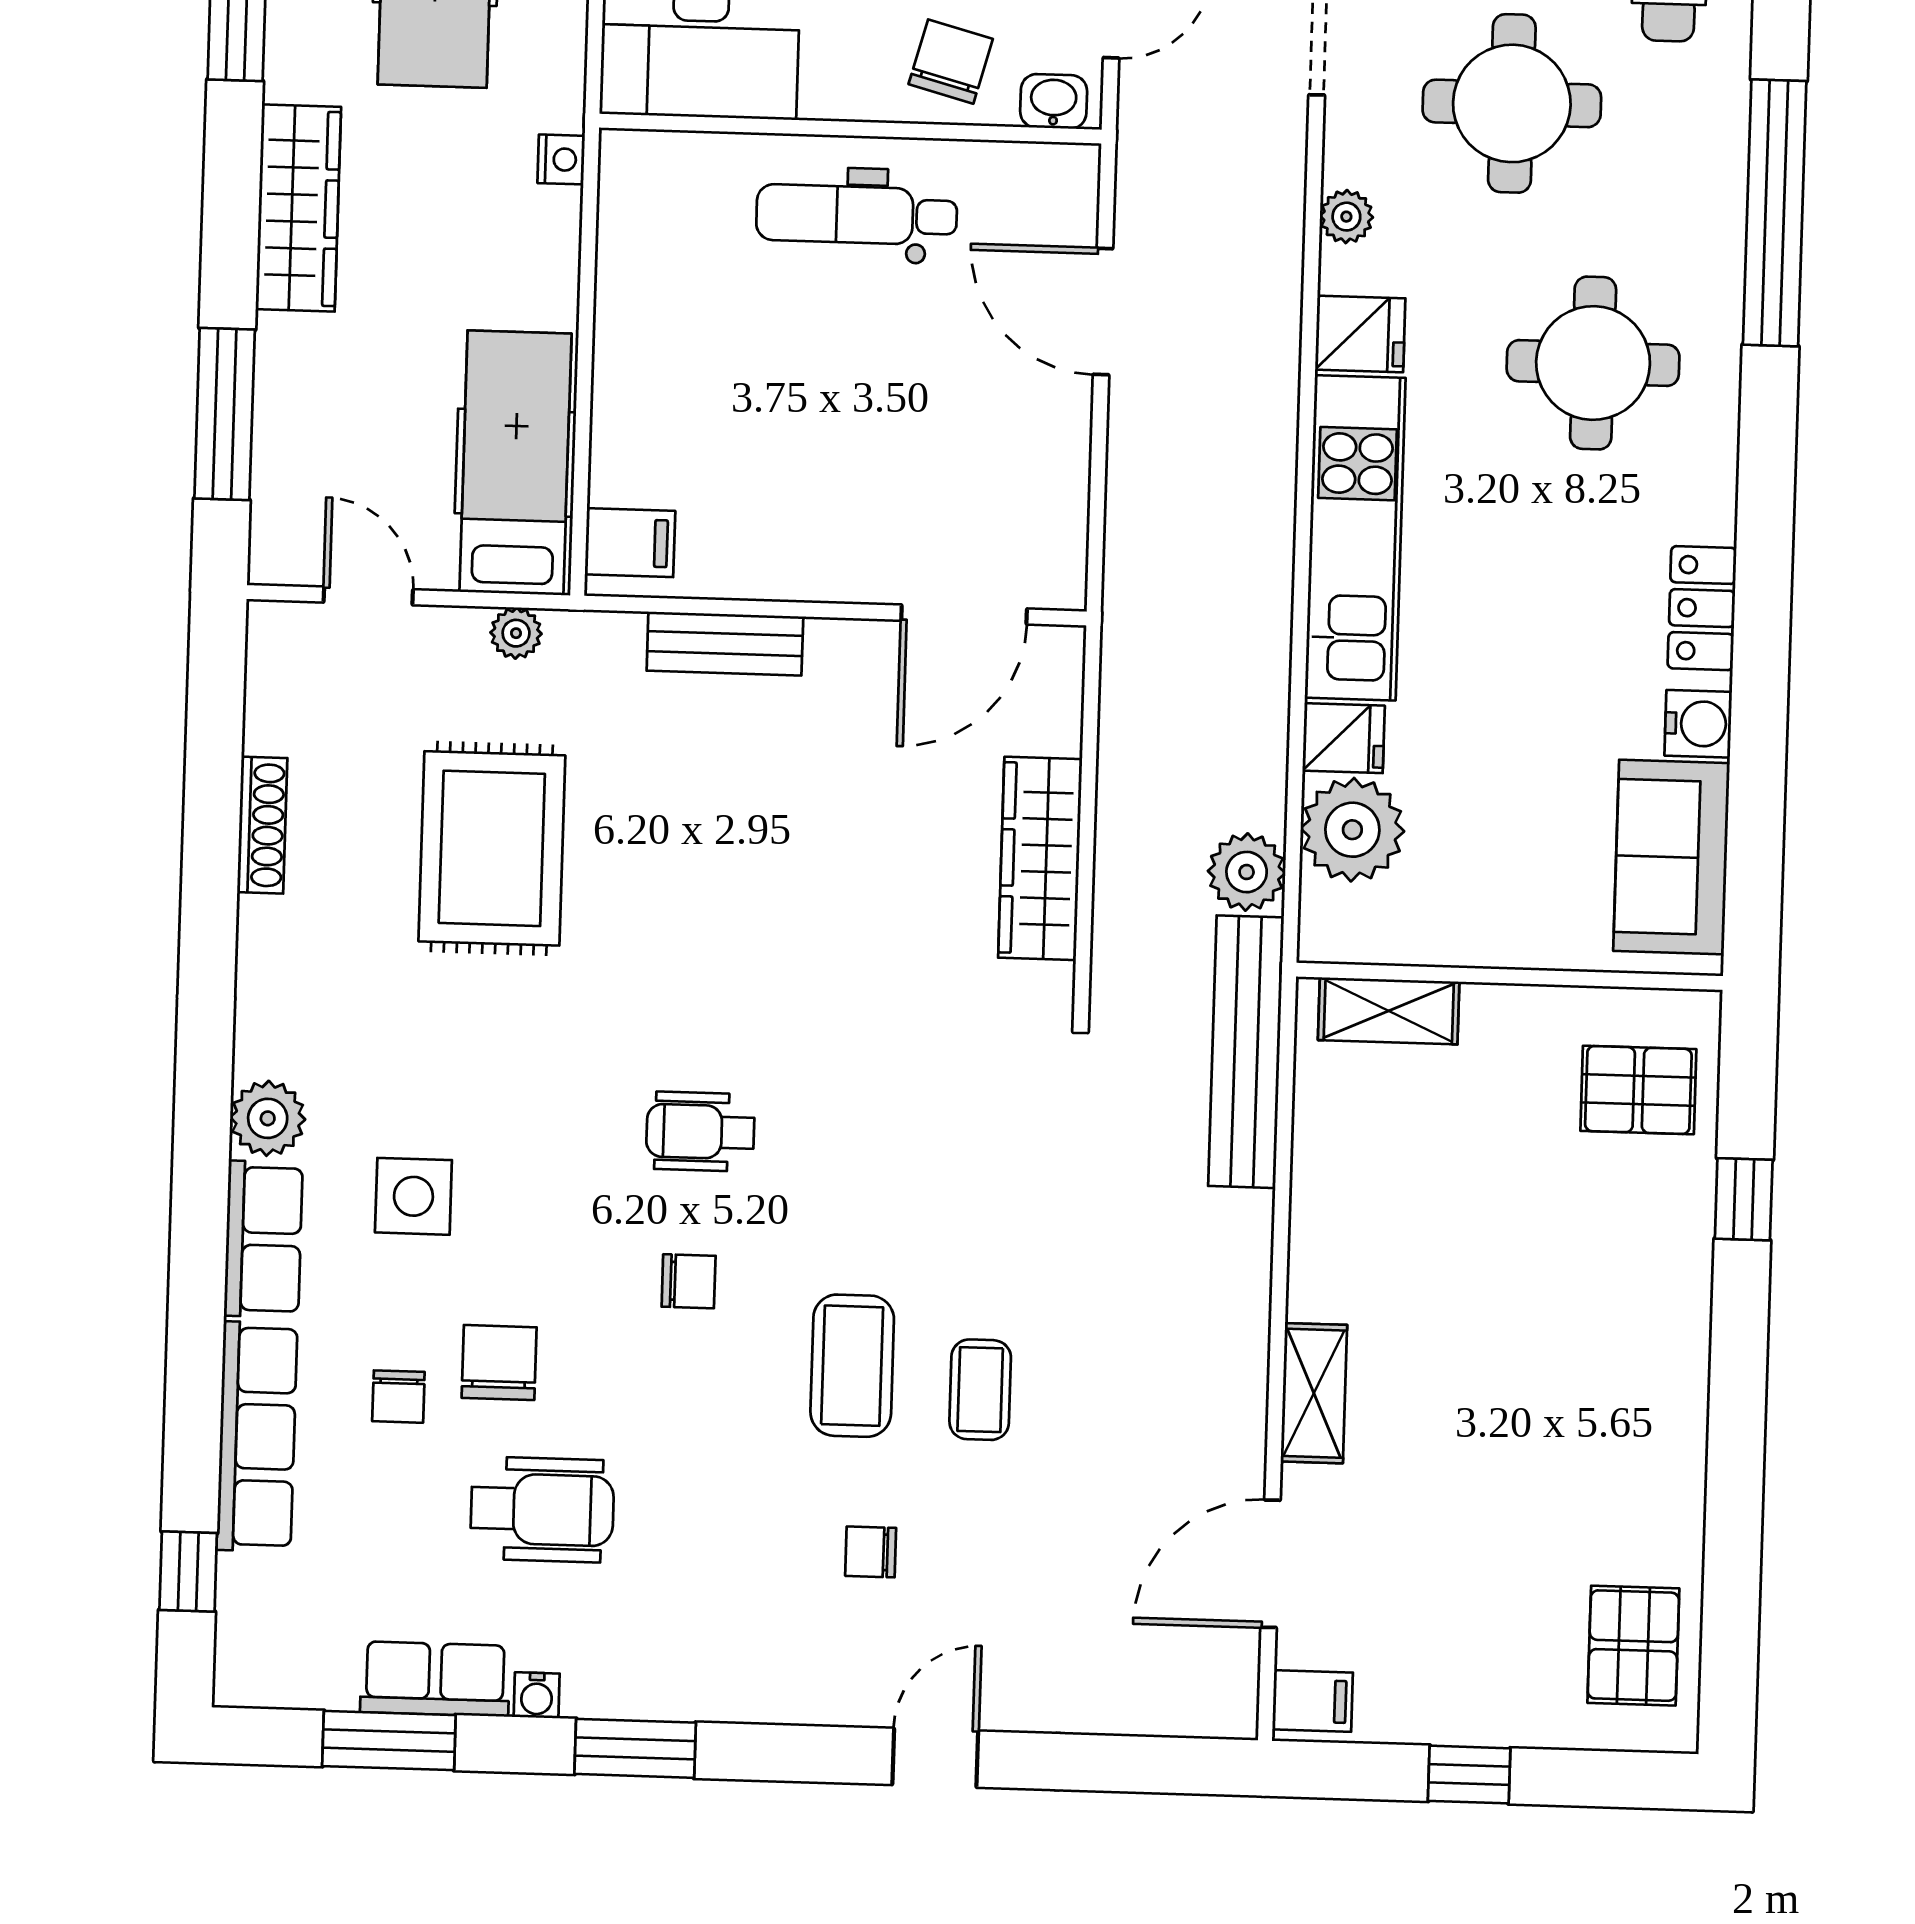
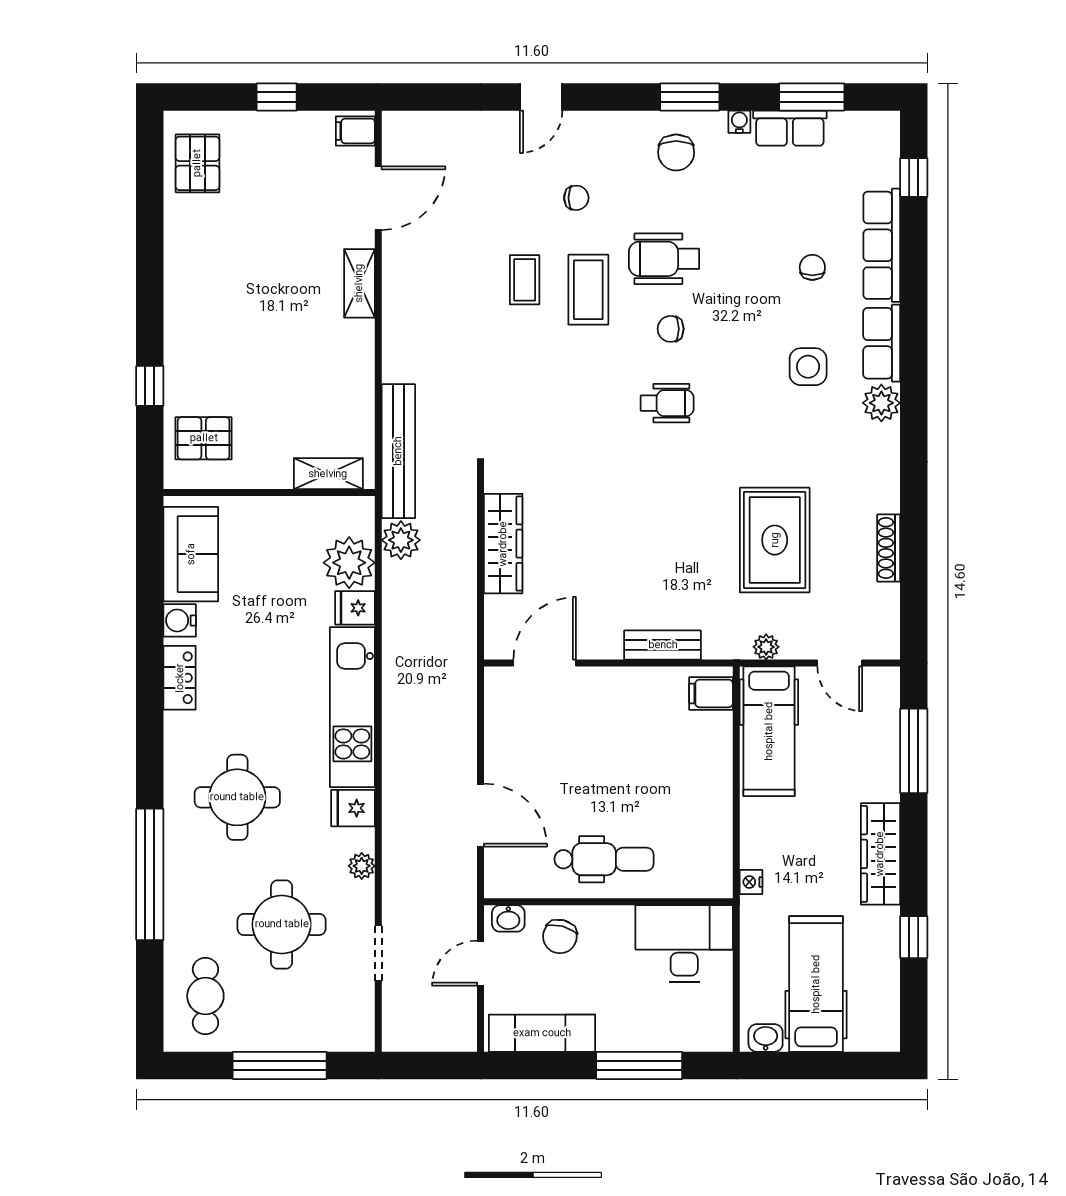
chair: (499, 1363) -> (676, 152), moved
wheelchair: (542, 1510) -> (664, 259), moved

